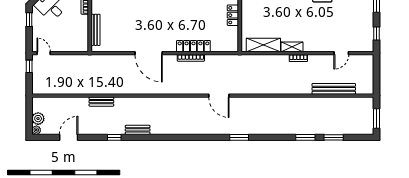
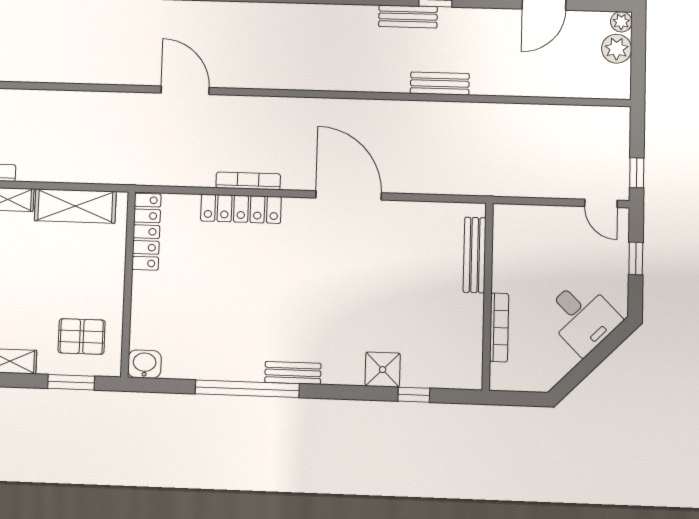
locker: (233, 15) -> (146, 232), moved, width x1.53
window: (29, 20) -> (636, 258), moved
bench: (101, 102) -> (440, 84), moved
bench: (138, 130) -> (408, 17), moved

